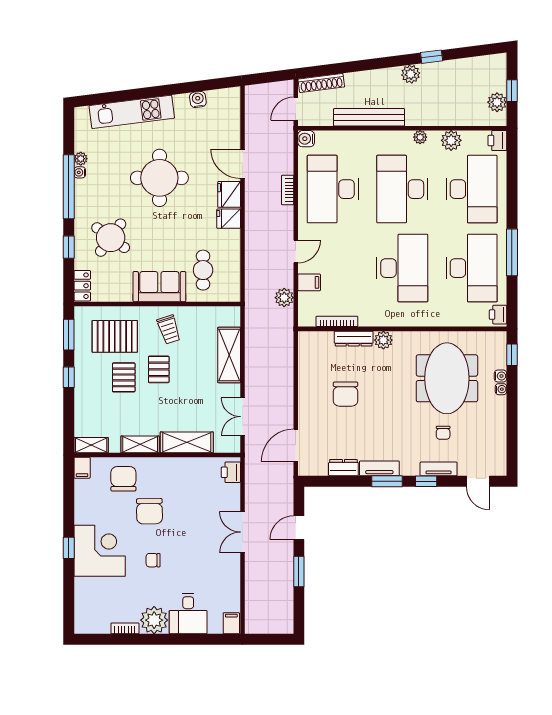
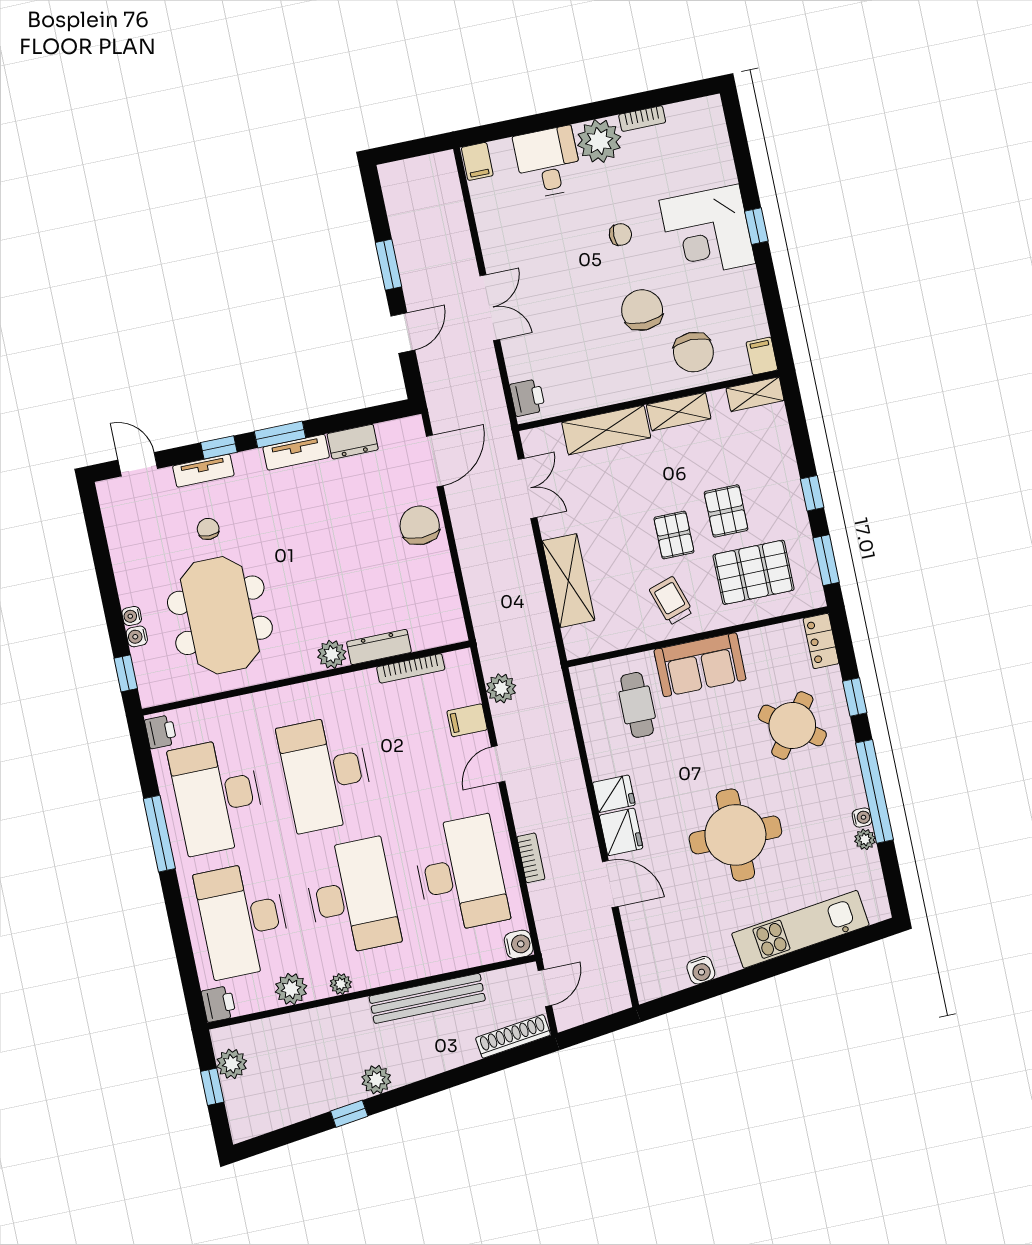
chair: (346, 394) -> (420, 525), moved

